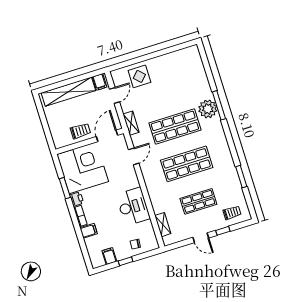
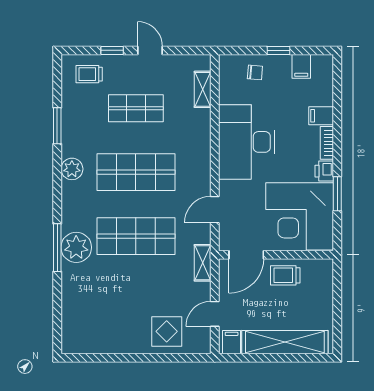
plant: (225, 154) -> (72, 169), added
desk: (133, 207) -> (247, 142), width x1.36, depth x1.30

